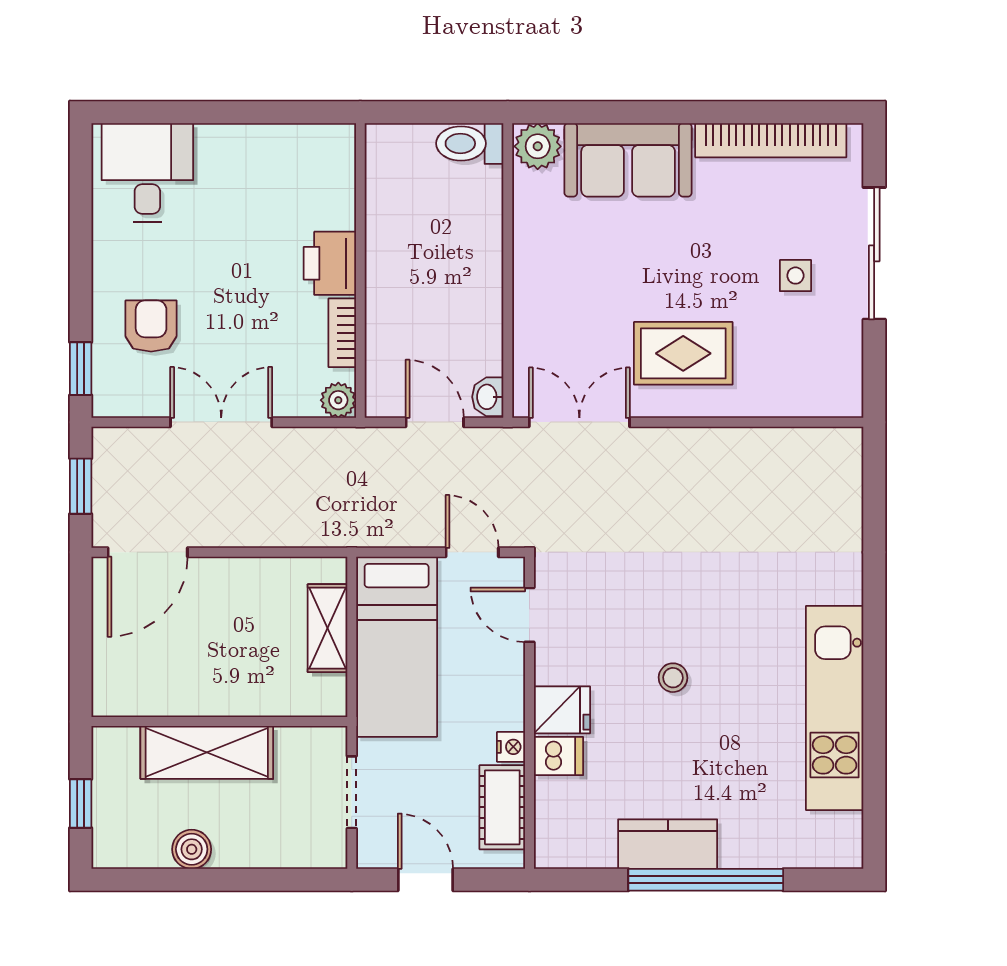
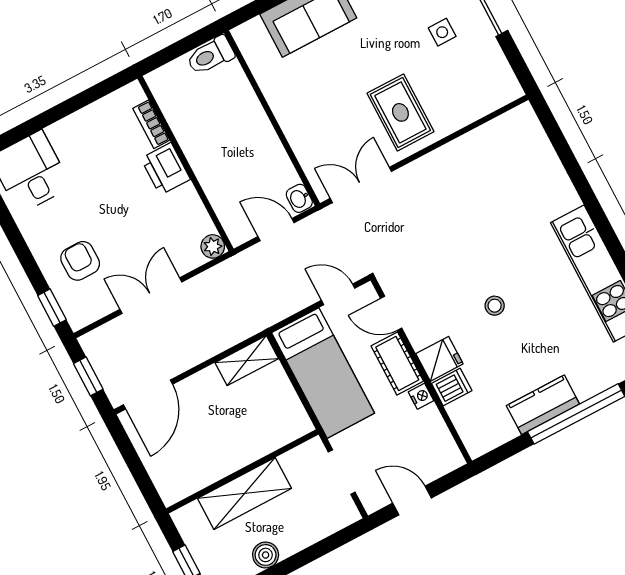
plant: (538, 146) -> (251, 36), removed
bookcase: (342, 333) -> (151, 124), moved
rug: (683, 353) -> (400, 112), turned 90
shelving: (328, 628) -> (247, 361), moved, turned 90
cot: (502, 807) -> (397, 364), moved

